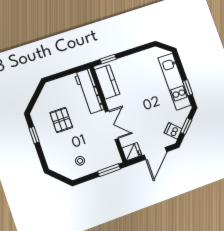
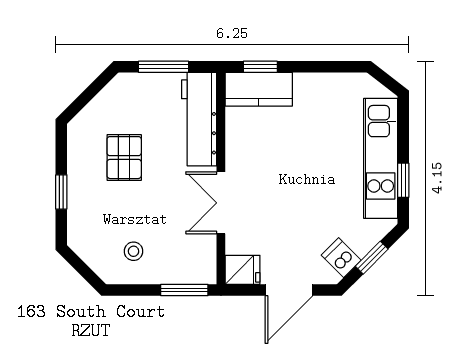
window: (65, 73) -> (164, 67), added
kitchen counter: (107, 82) -> (259, 89), moved, turned 90
double door: (112, 125) -> (221, 203), swing flipped
window: (34, 135) -> (61, 192), moved

